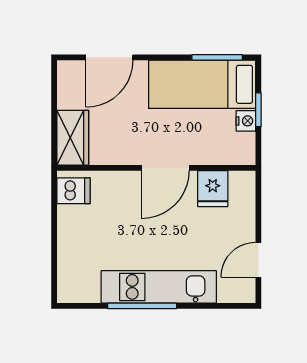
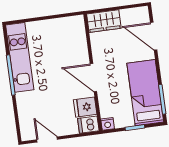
nightstand: (246, 121) -> (108, 124), moved
dishwasher: (73, 191) -> (88, 125), moved, turned 90
kitchen unit: (159, 287) -> (20, 57), moved

